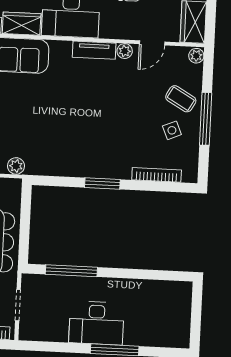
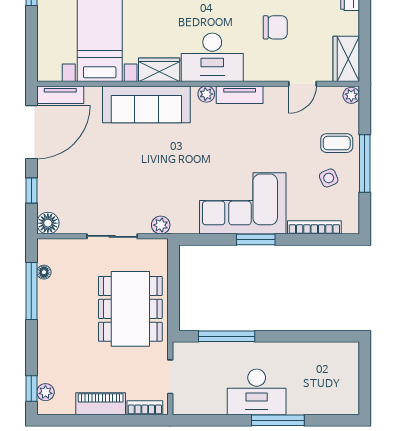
plant: (125, 51) -> (206, 94), moved
coffee table: (181, 99) -> (337, 143), turned -30
corner sofa: (92, 150) -> (243, 203), added

